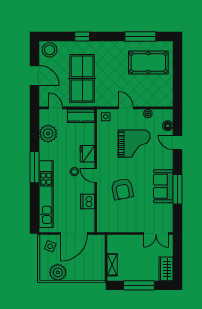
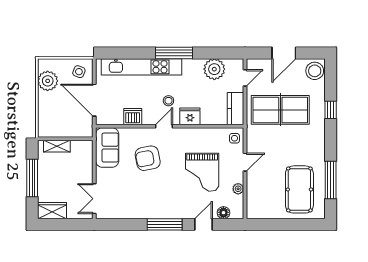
sofa: (163, 186) -> (107, 148), moved, turned 90
window: (178, 189) -> (165, 224), moved

